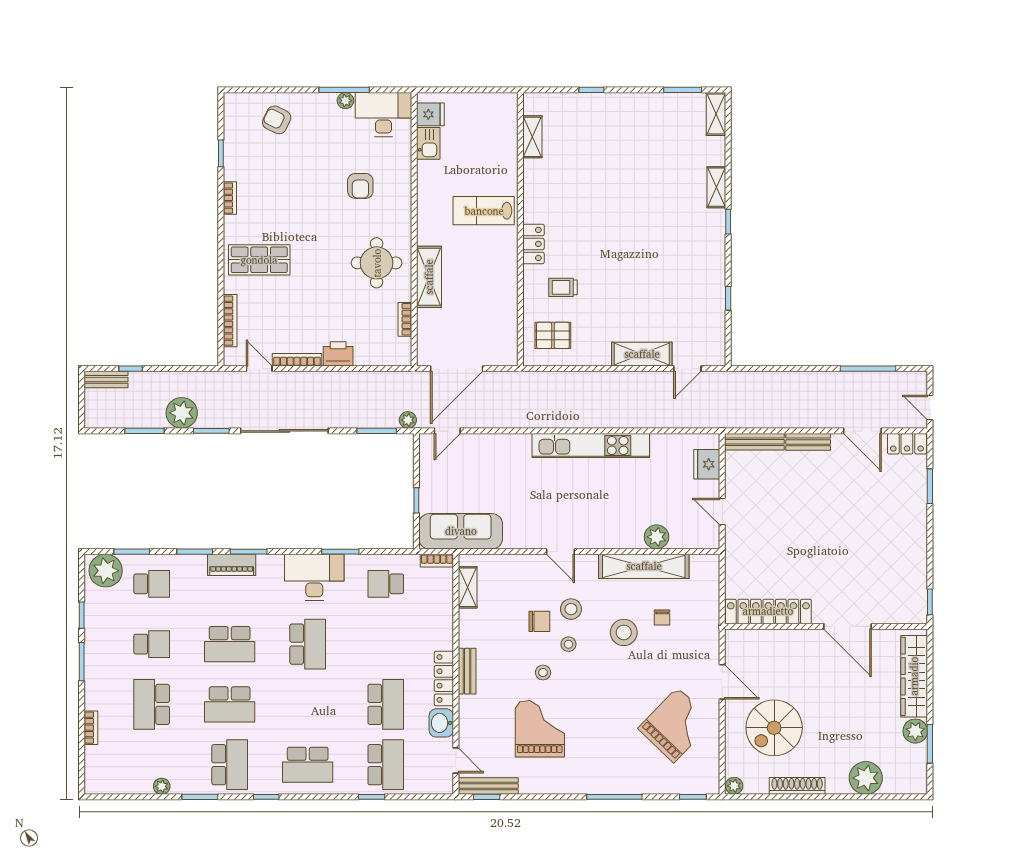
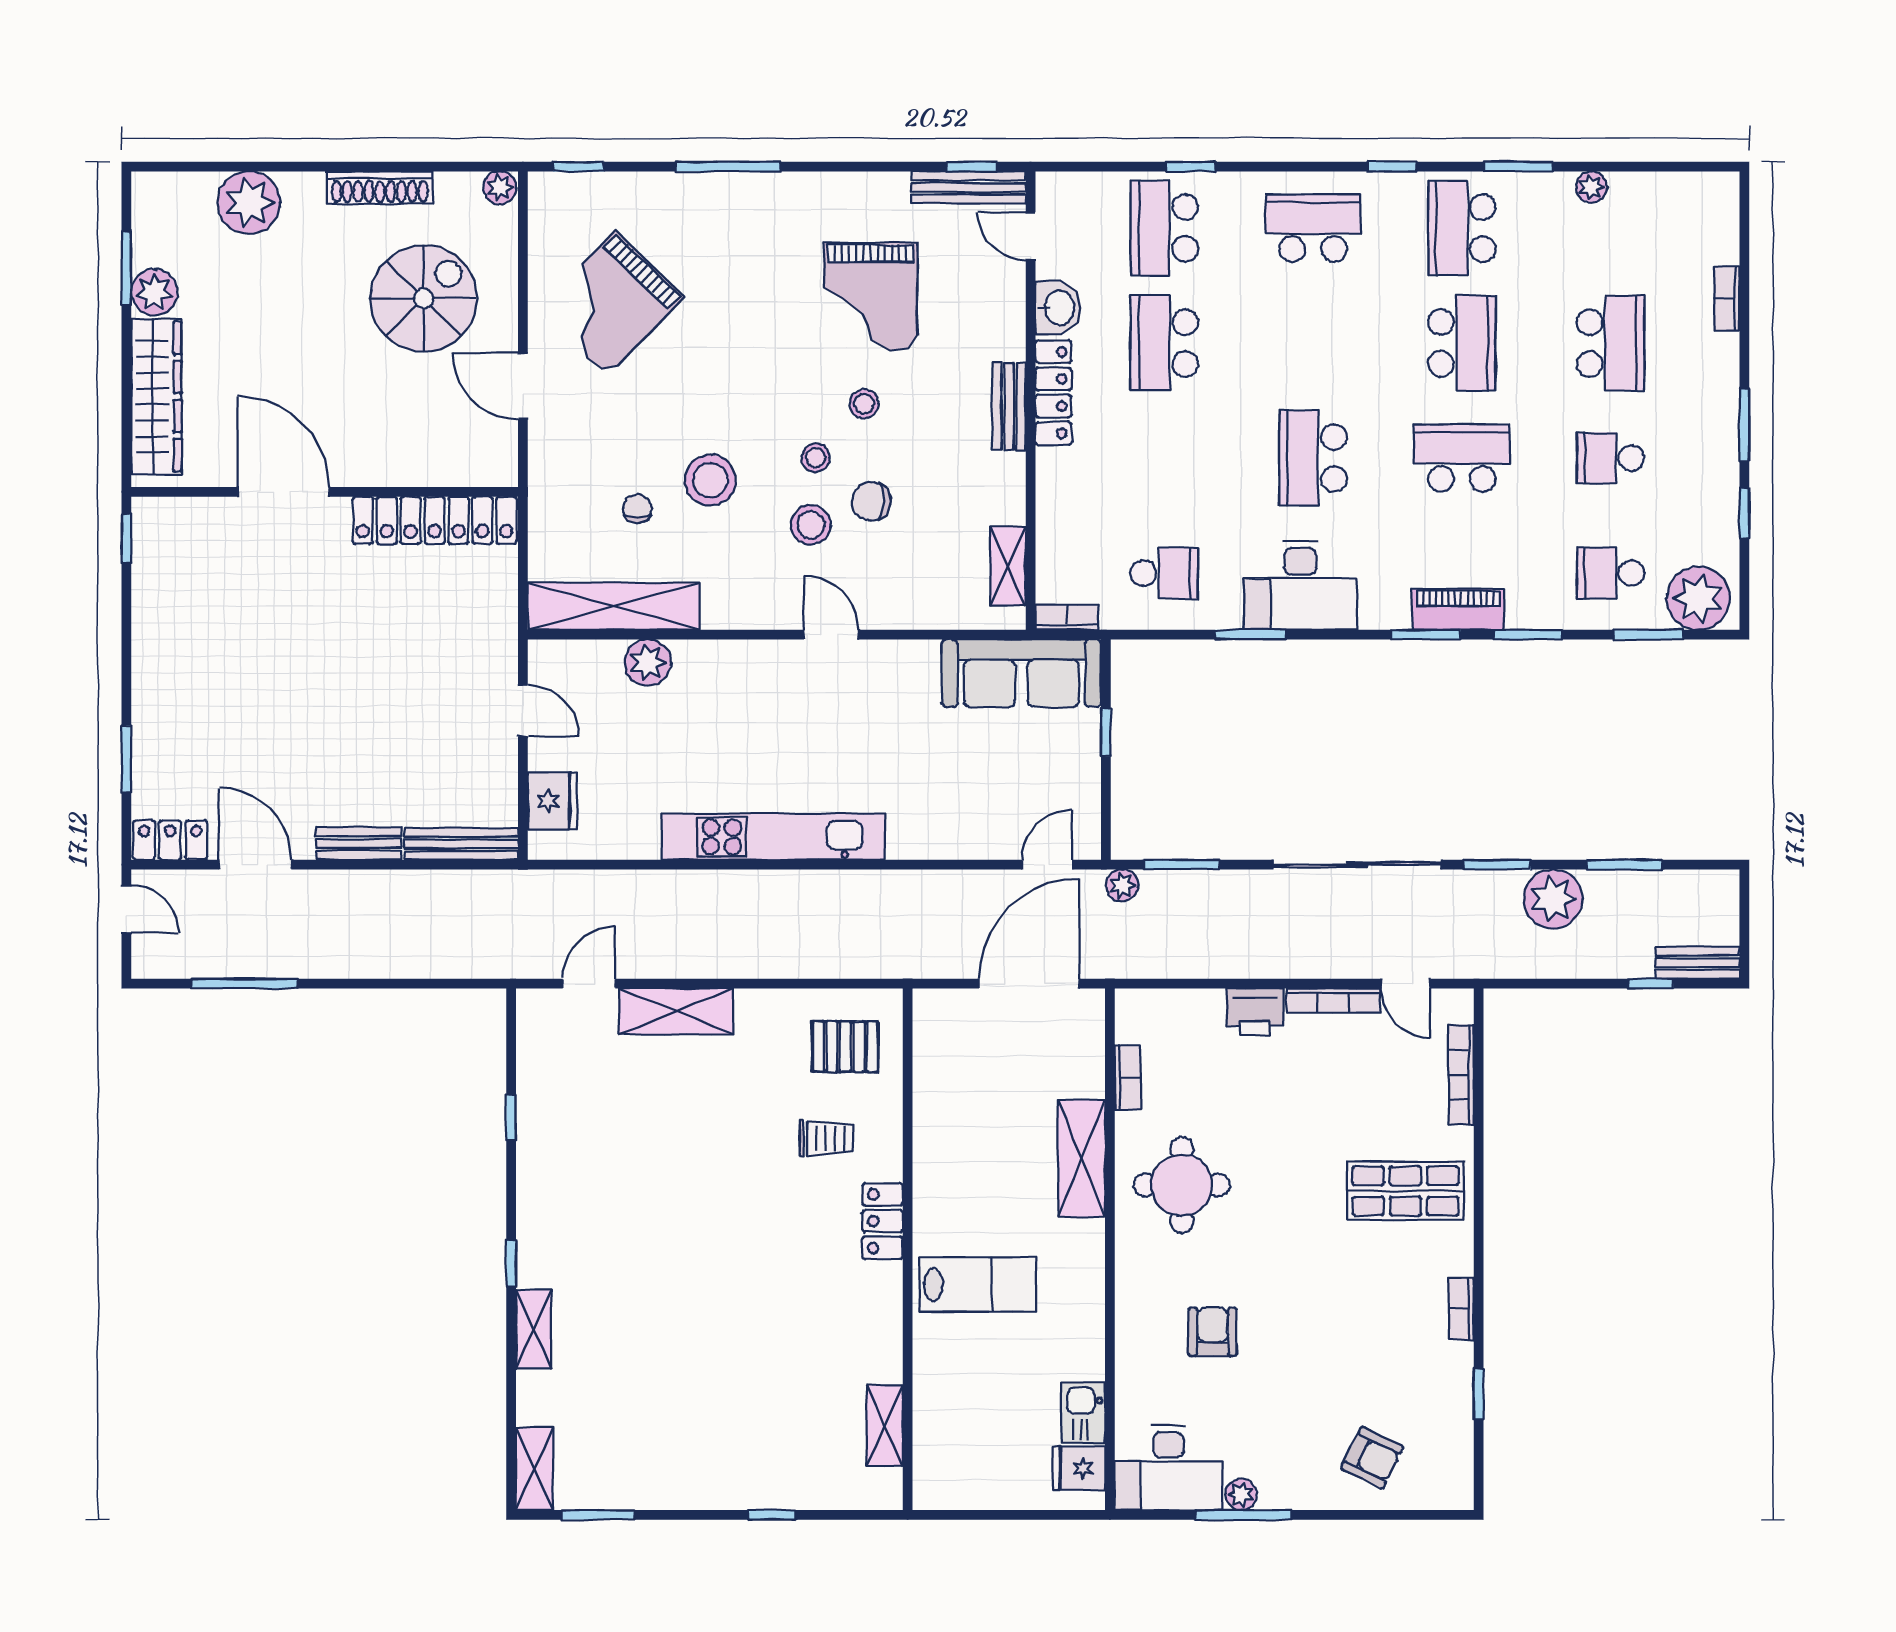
shelving: (644, 566) -> (614, 606), moved
school desk: (230, 704) -> (1462, 343), turned 90

